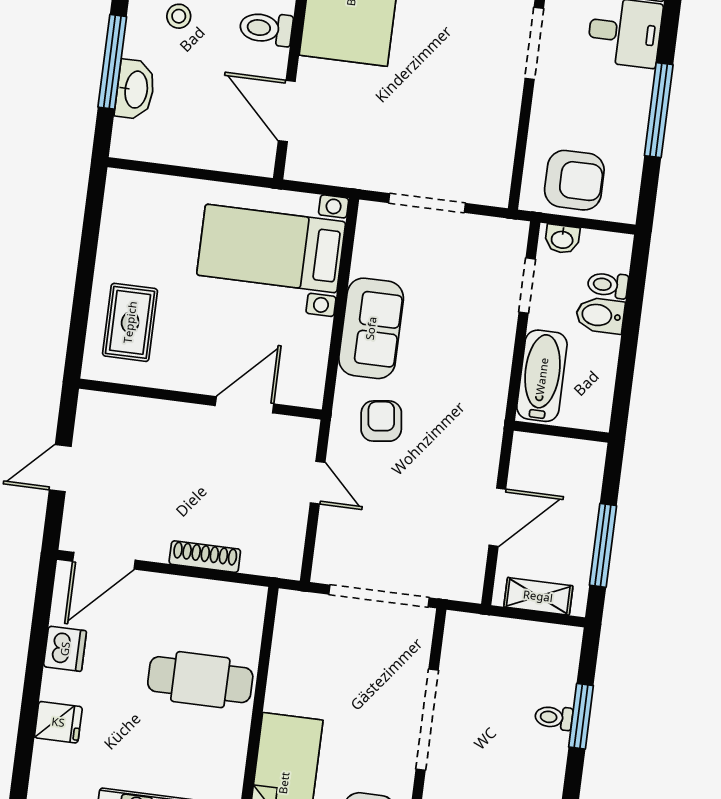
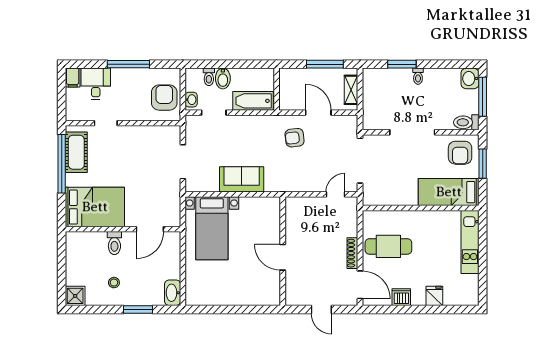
doorway: (534, 43) -> (106, 123), width x0.73
window: (112, 62) -> (138, 309), width x0.69
washbasin: (135, 89) -> (173, 293), moved, turned -90
rug: (130, 322) -> (253, 287), removed
door: (244, 405) -> (283, 257), moved
armchair: (381, 421) -> (295, 138), moved
door: (318, 483) -> (335, 194), moved
shoe rack: (205, 557) -> (352, 253), moved
cafe table: (200, 680) -> (388, 246), moved, turned 90
toilet: (554, 718) -> (418, 76), moved

